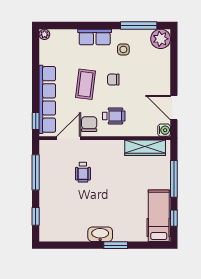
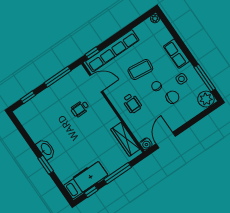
chair: (89, 124) -> (172, 97), moved

